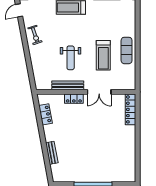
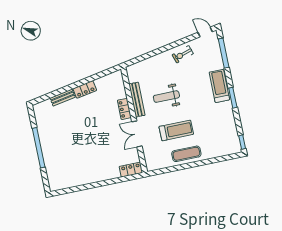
treadmill: (103, 55) -> (176, 130), turned 180
locker: (130, 109) -> (131, 170), width x0.66
locker: (45, 114) -> (85, 89), moved

